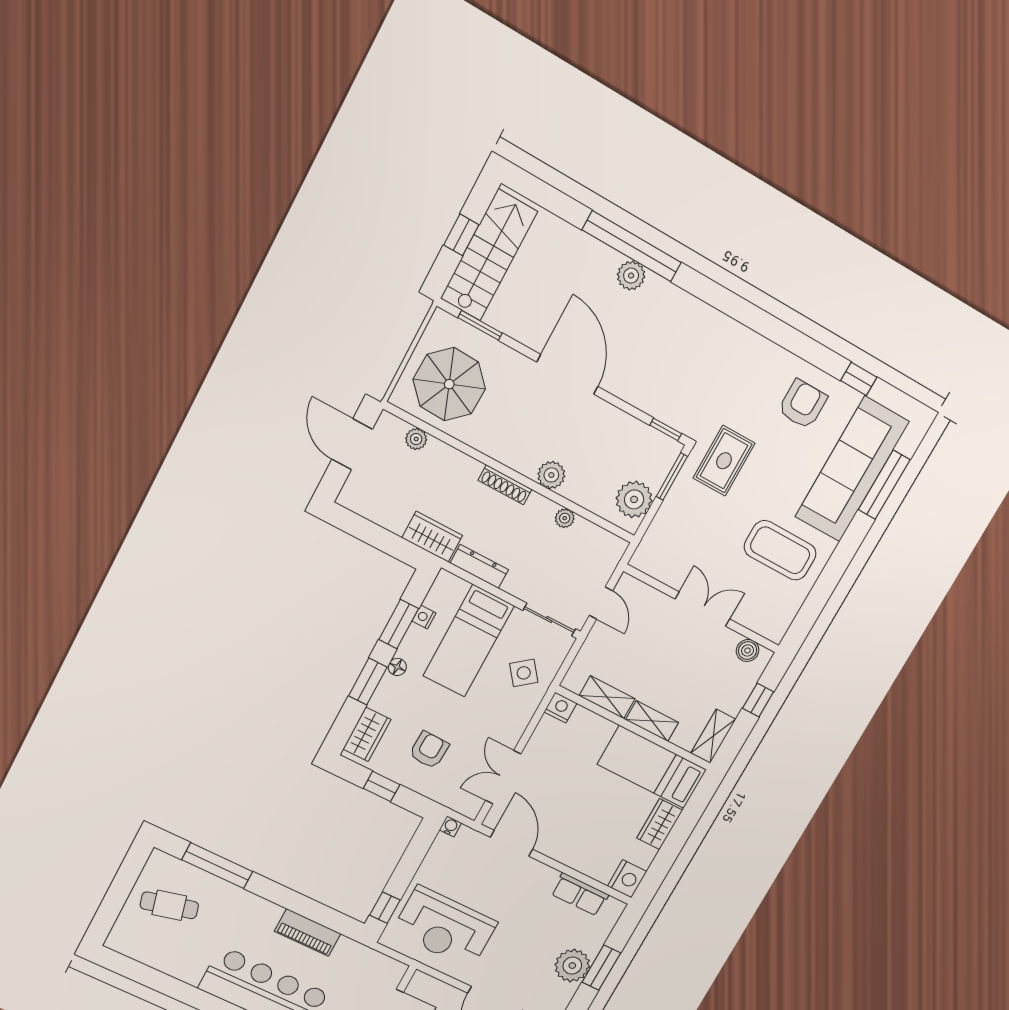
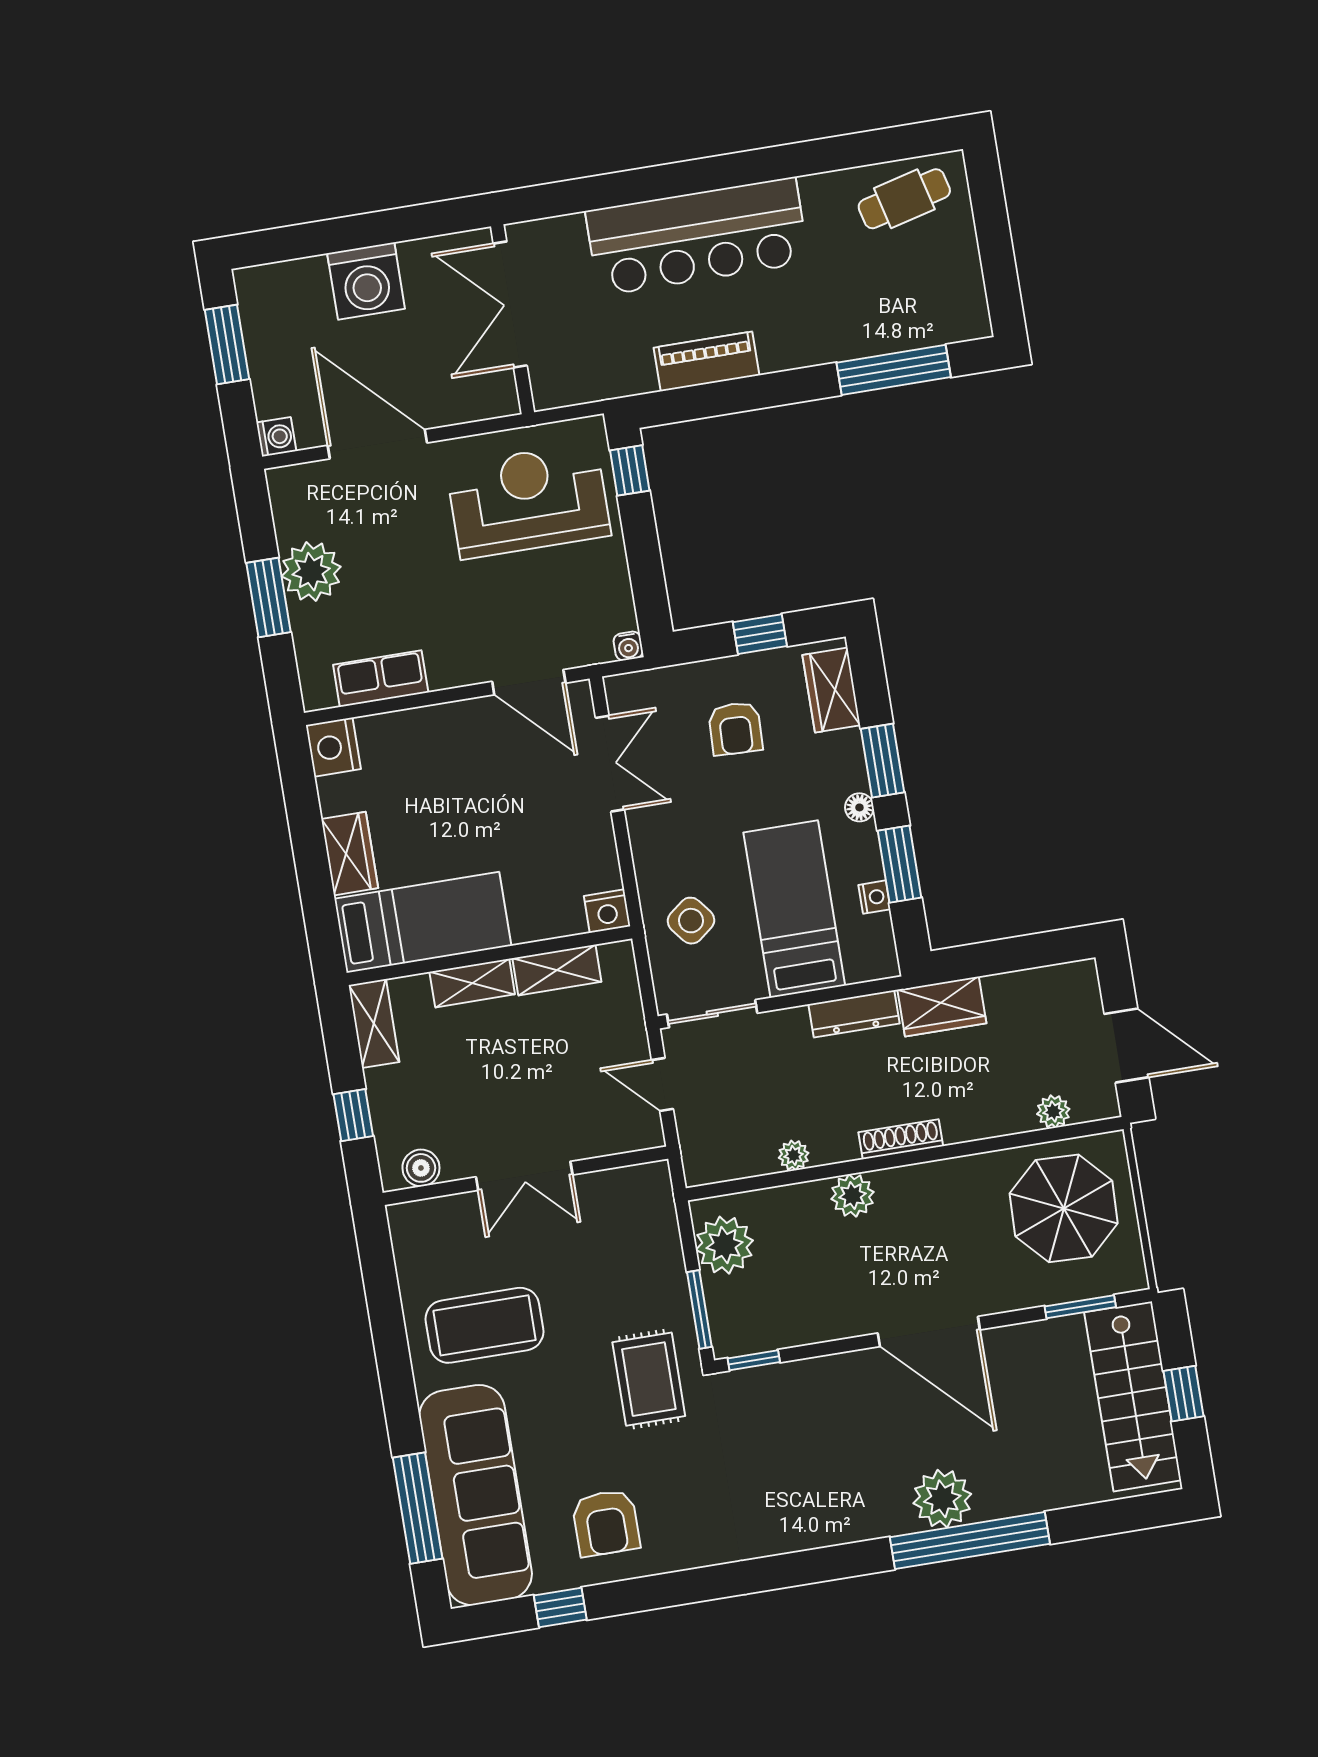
plant: (631, 276) -> (942, 1499), width x1.36, depth x1.36
cafe table: (169, 905) -> (904, 199), moved

